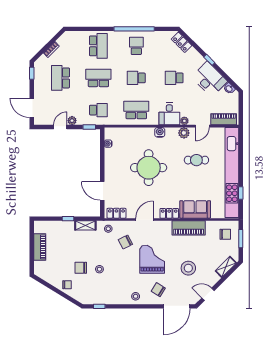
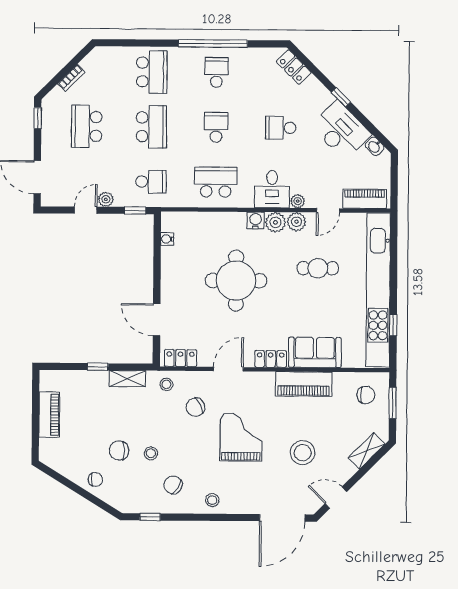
school desk: (98, 78) -> (151, 127), turned 90
school desk: (136, 78) -> (216, 127), turned 90
plant: (171, 133) -> (275, 222), added
chair: (158, 290) -> (173, 485), moved

